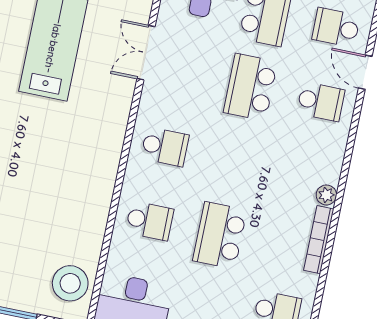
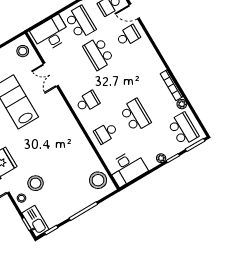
plant: (326, 195) -> (182, 104), moved
school desk: (150, 221) -> (106, 133), turned 180
school desk: (220, 235) -> (135, 115), turned 180

